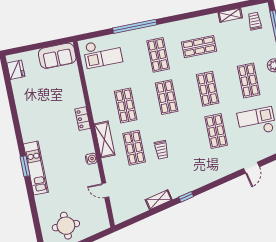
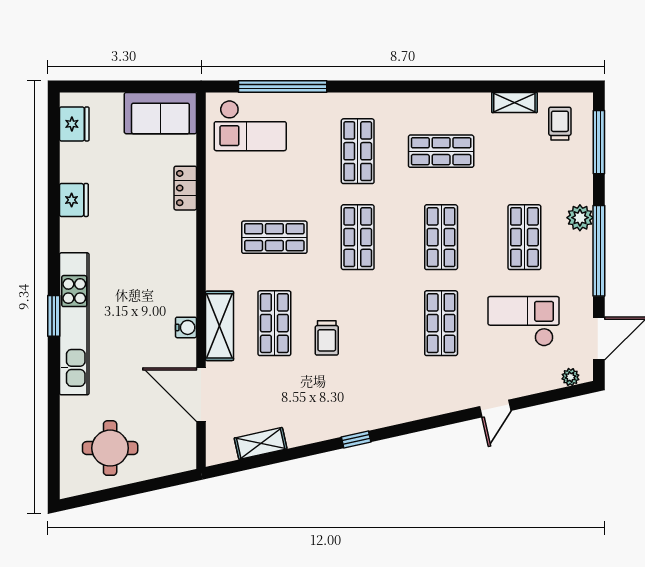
window: (135, 26) -> (283, 86), moved
shop shelf: (126, 105) -> (274, 237), turned 90
fridge: (23, 107) -> (74, 200), added
locker: (83, 119) -> (185, 188), moved
shelving: (104, 139) -> (220, 326), moved
kitchen unit: (36, 168) -> (74, 324), width x1.36
door: (105, 190) -> (201, 395), width x1.88
shelving: (159, 200) -> (261, 443), moved

